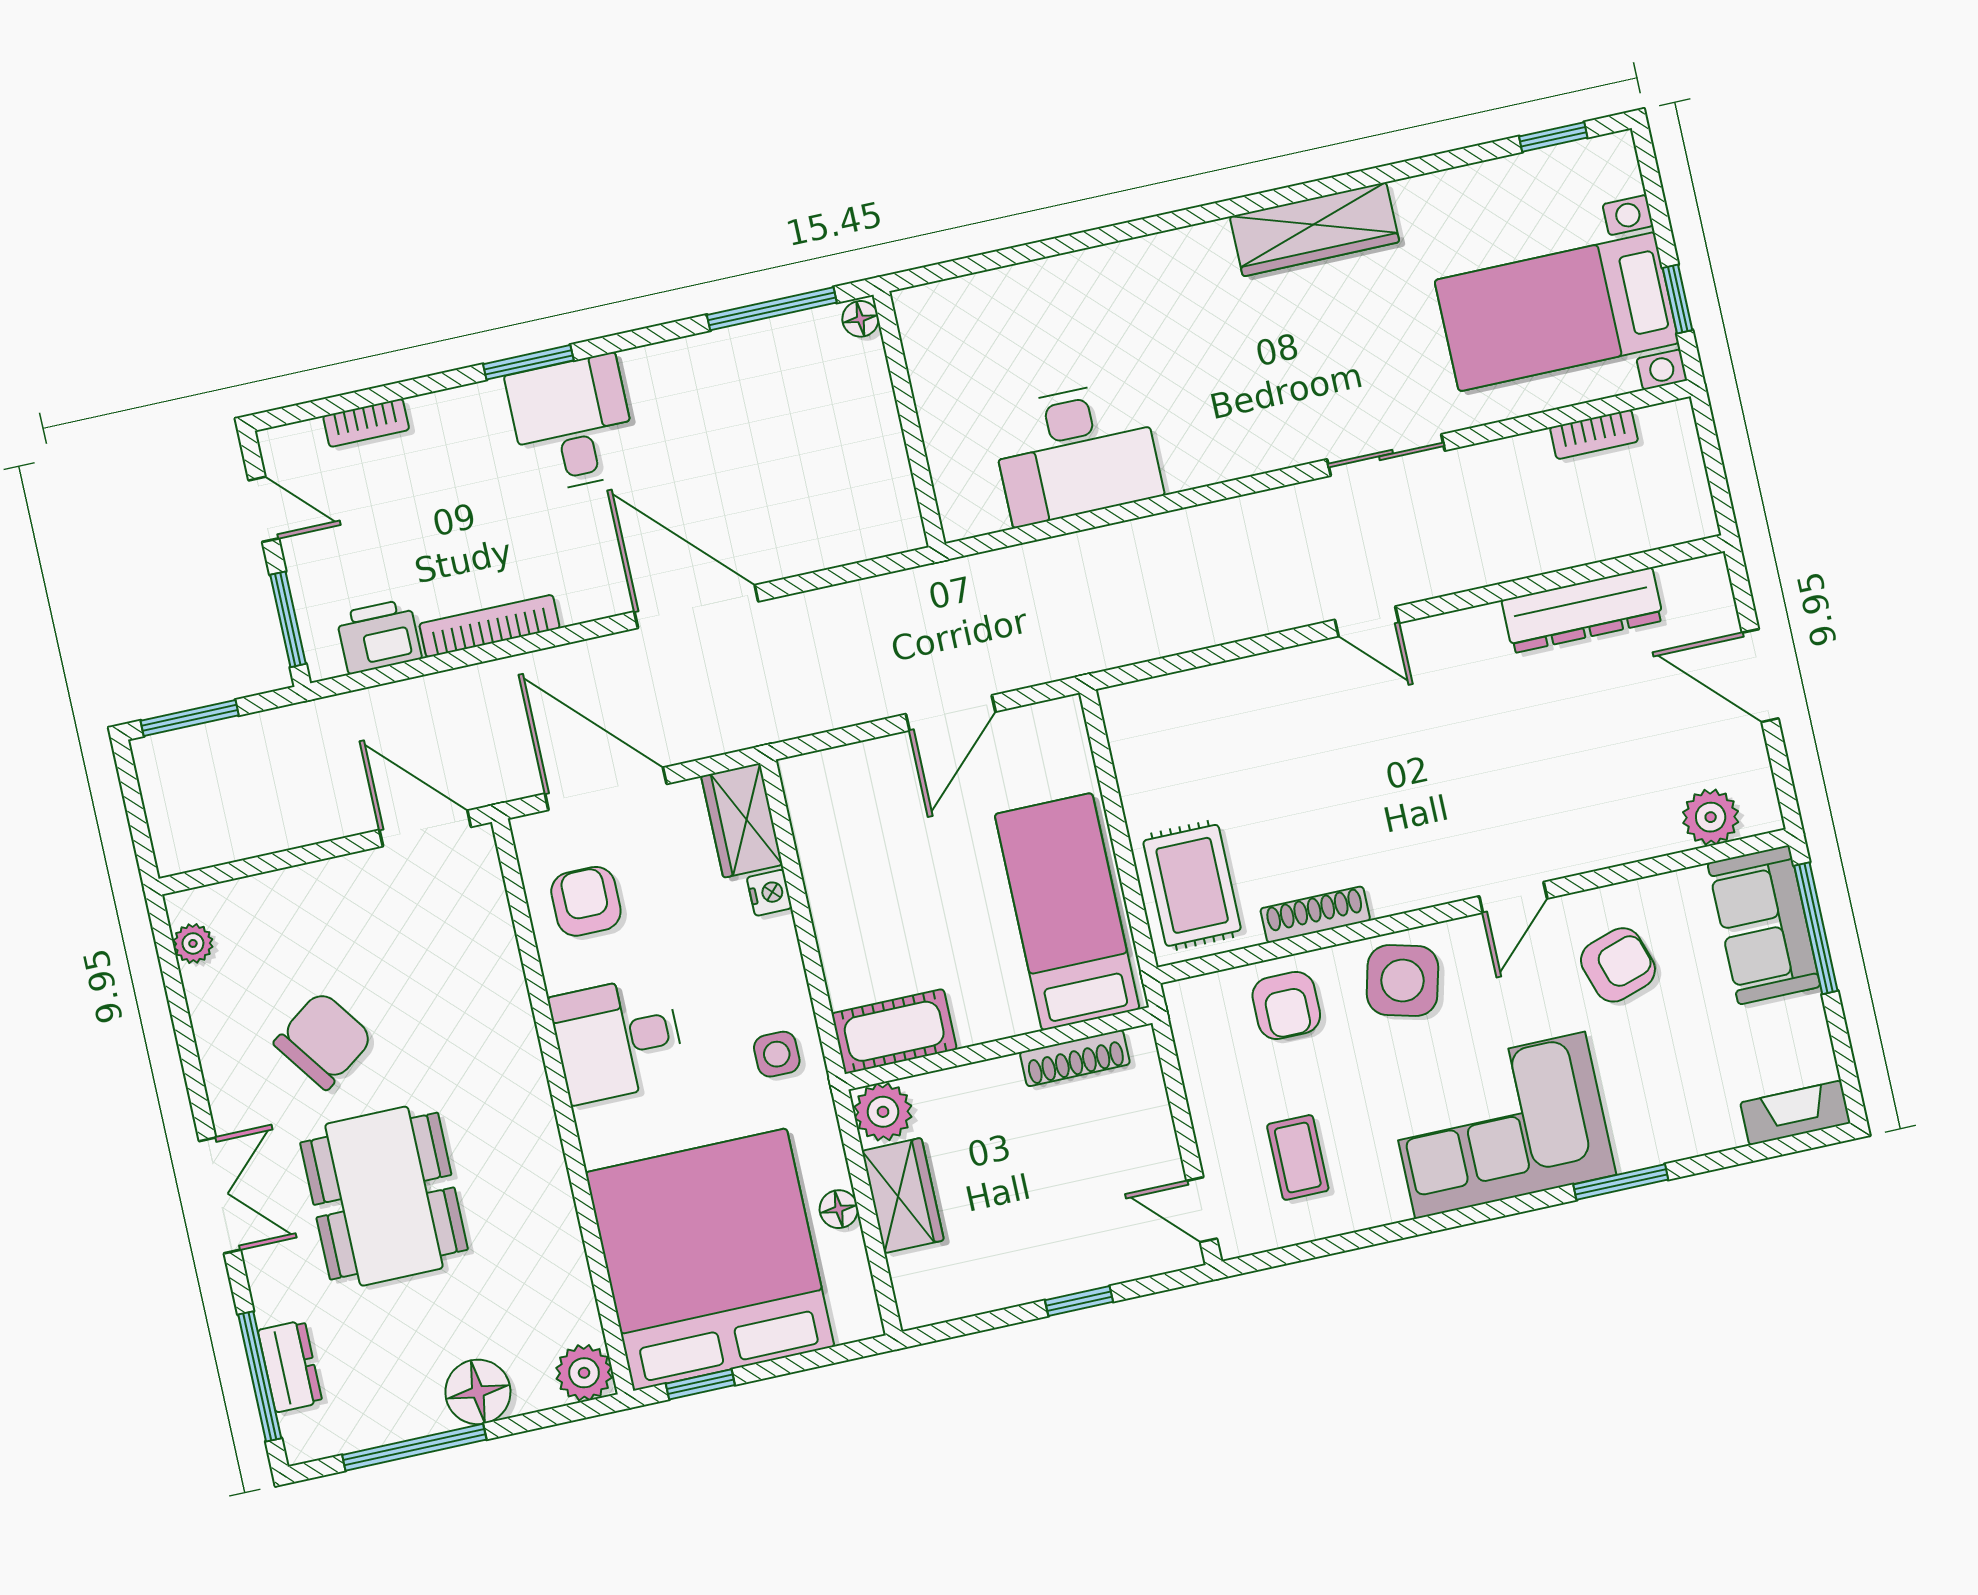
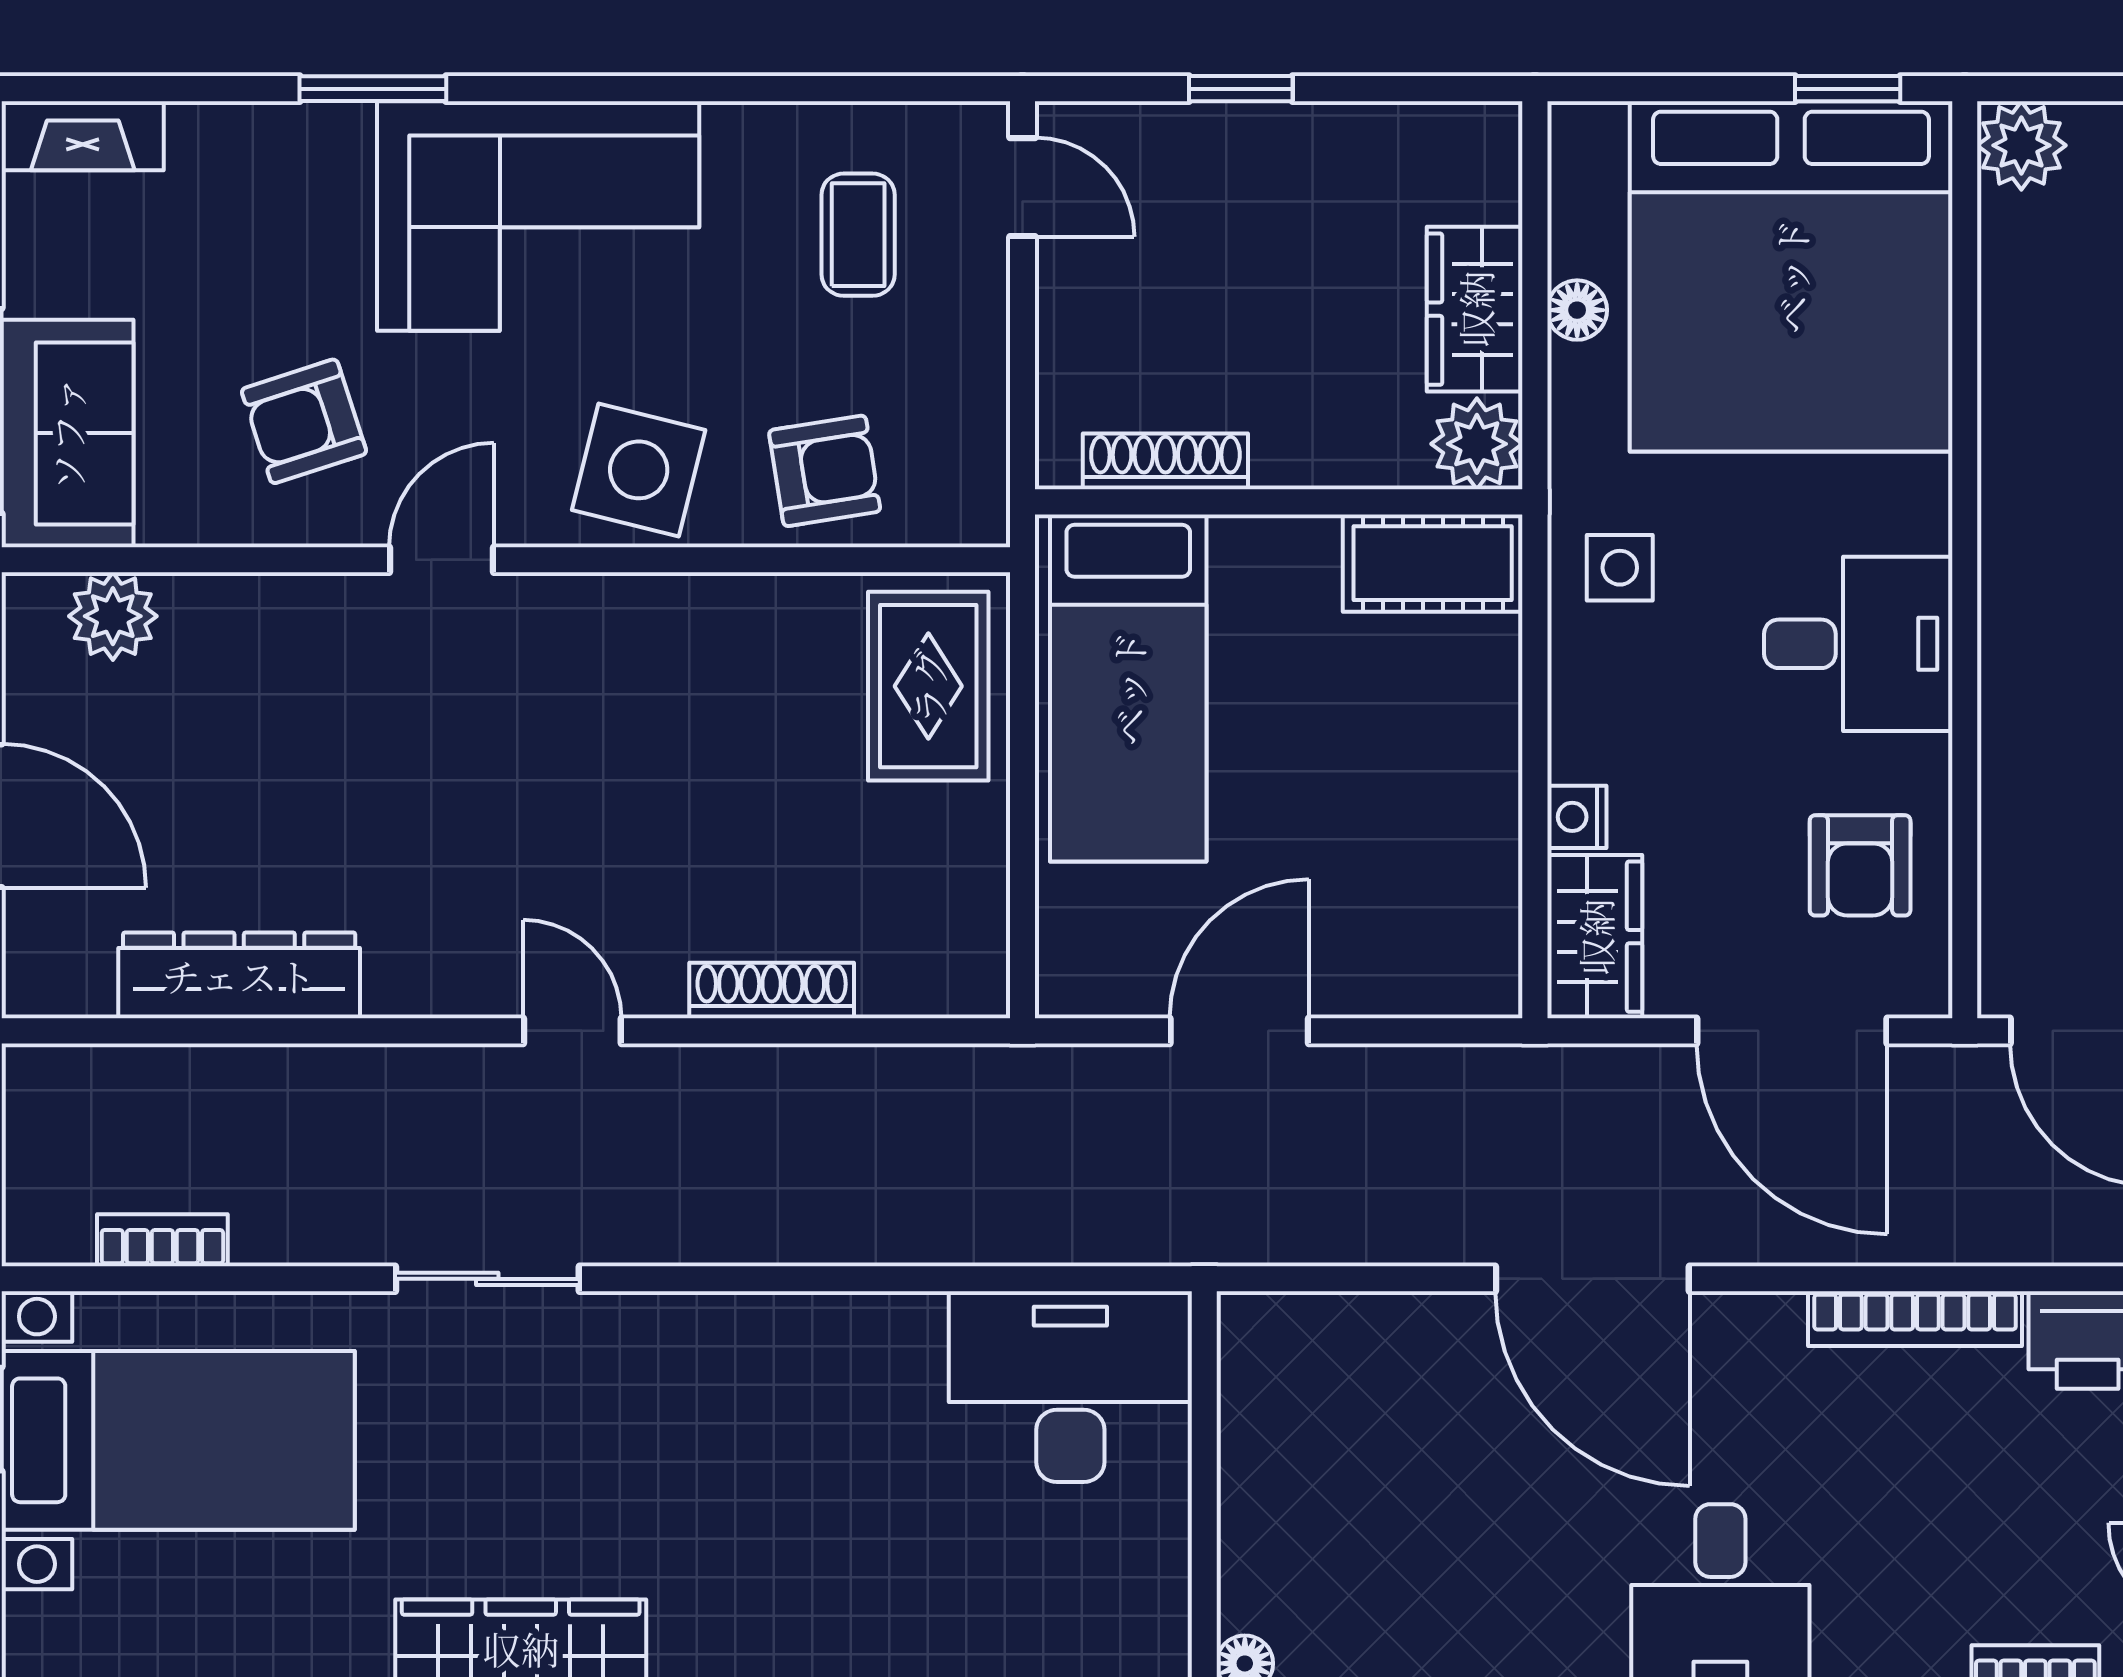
desk: (1076, 452) -> (1070, 1387), moved
shoe rack: (1315, 915) -> (772, 990), moved, turned 180
armchair: (1286, 1005) -> (825, 471), turned 81

